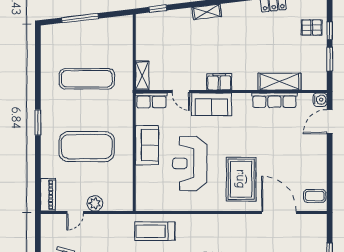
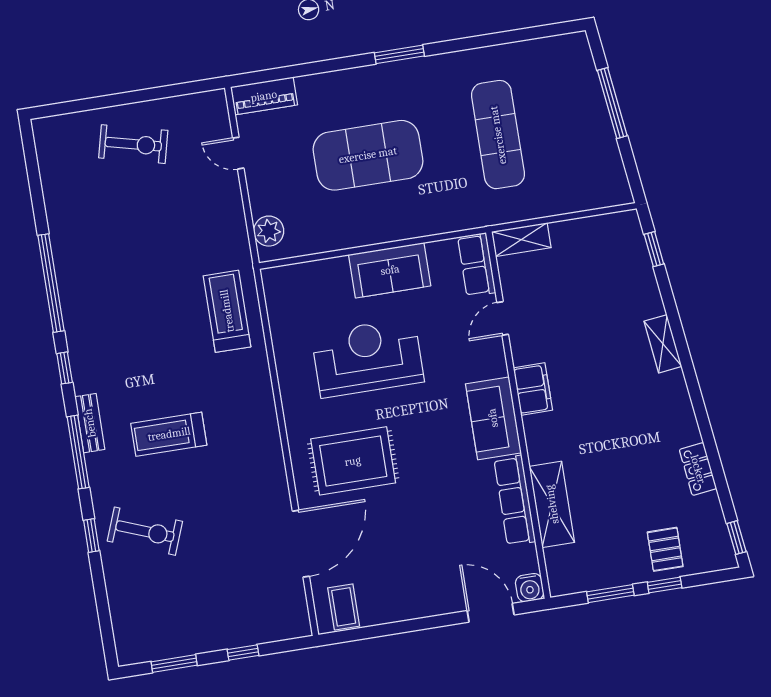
sofa: (211, 104) -> (493, 418), moved
exercise mat: (87, 147) -> (368, 155), turned 90
plant: (95, 203) -> (269, 231), moved

